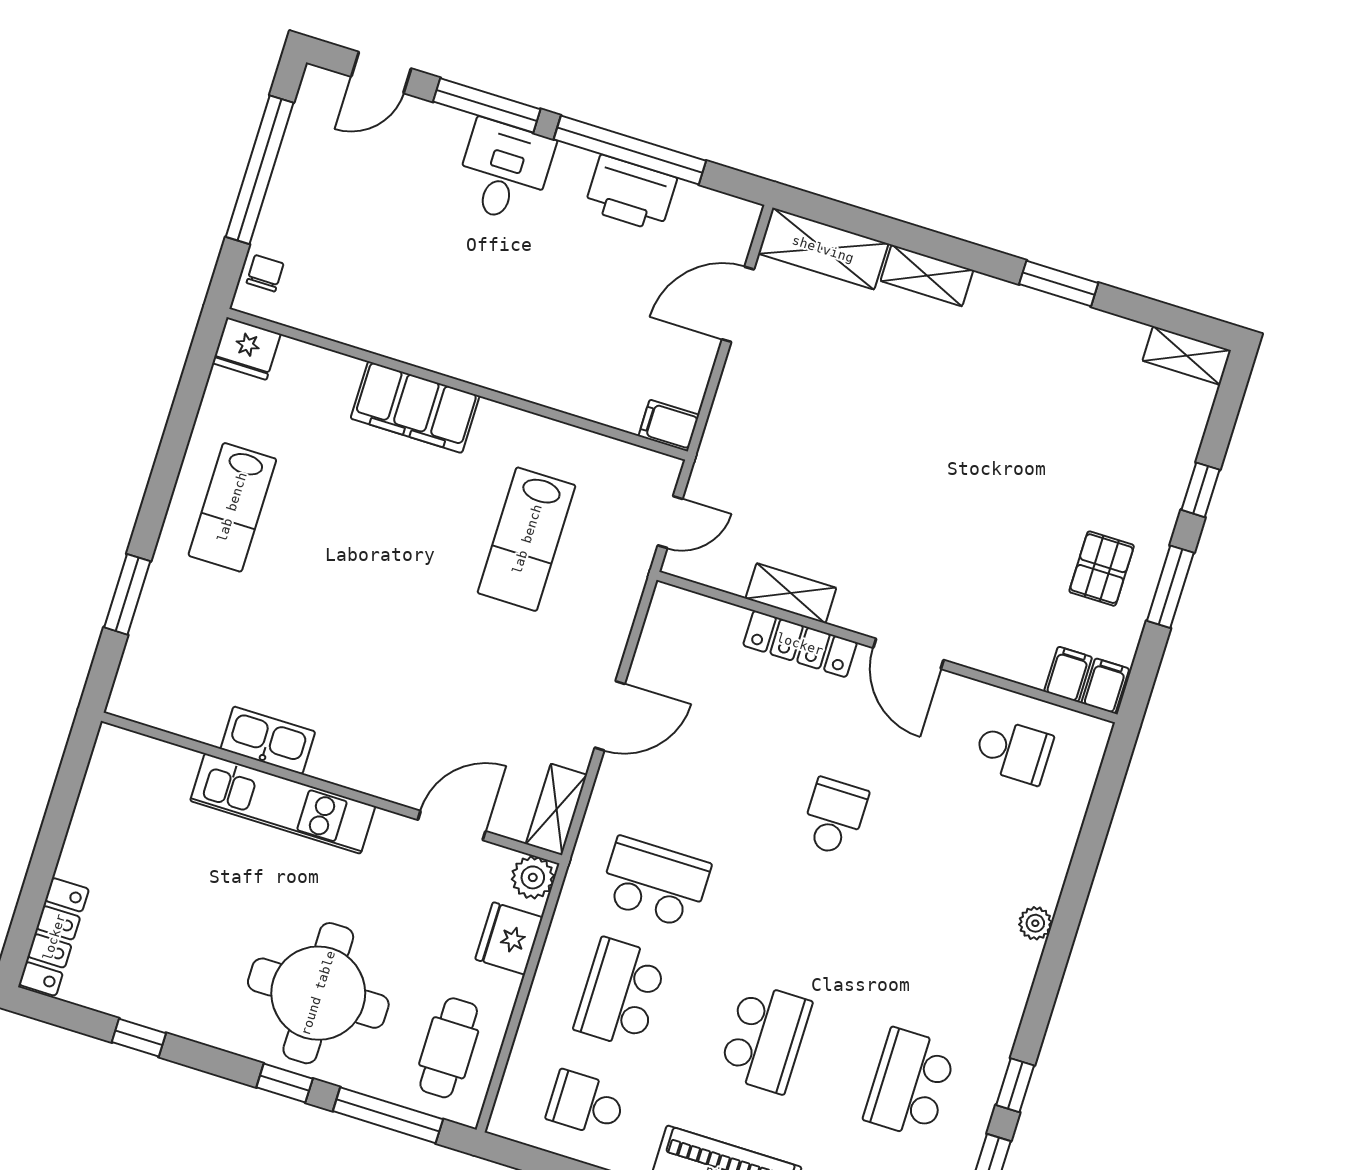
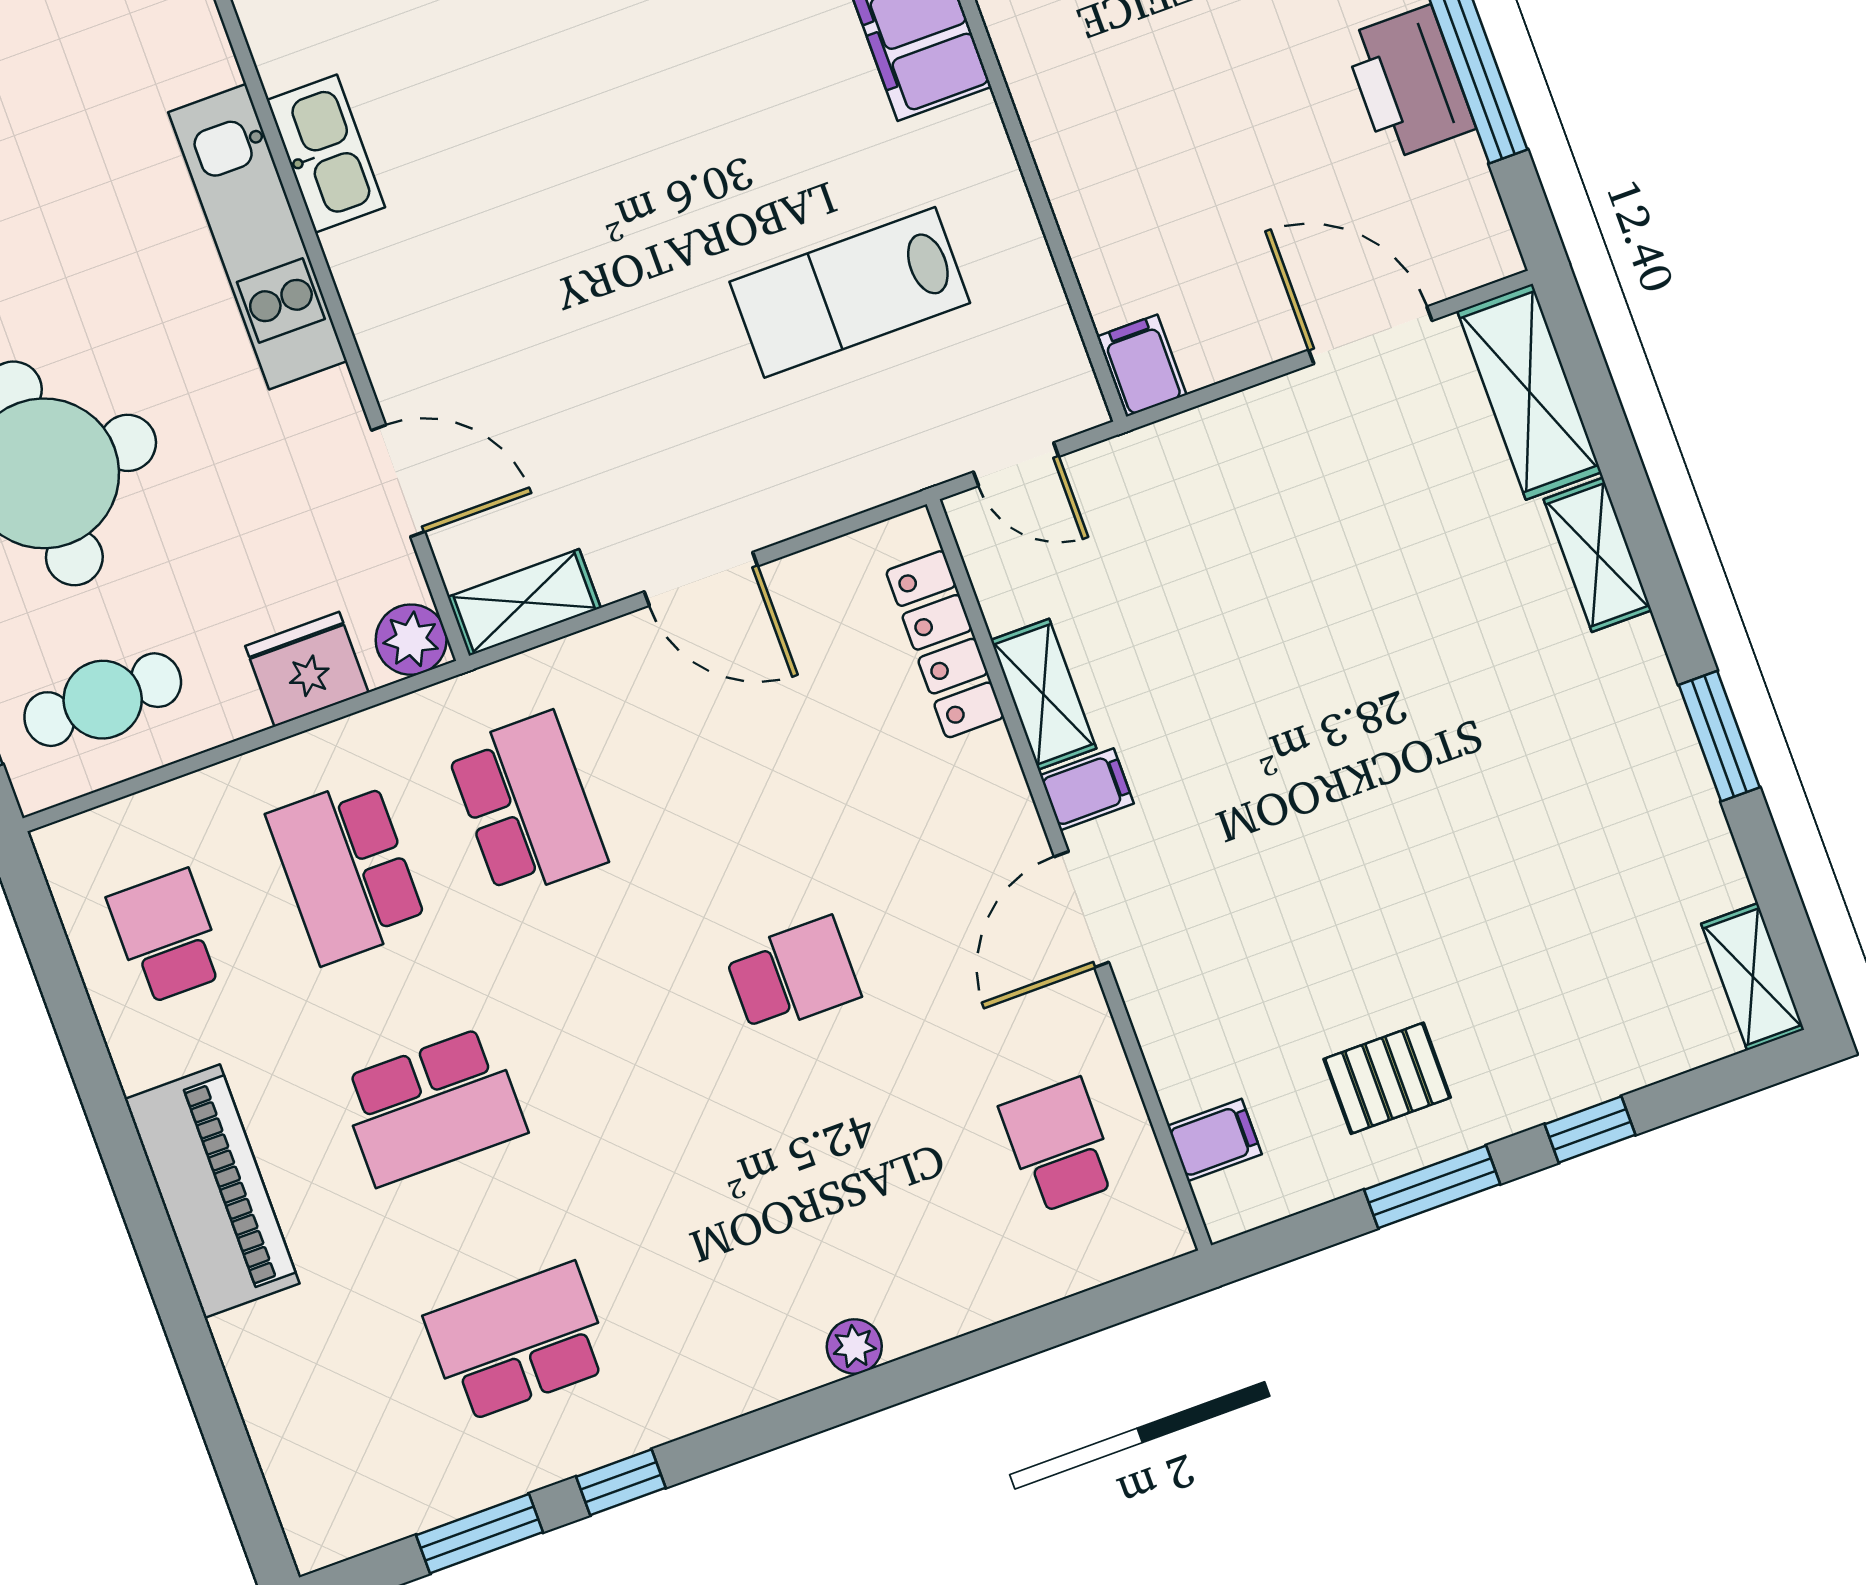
locker: (800, 644) -> (945, 644), moved
filing cabinet: (1105, 686) -> (1087, 789), moved
school desk: (1014, 751) -> (1059, 1145), turned 180
school desk: (620, 993) -> (347, 871), turned -90

